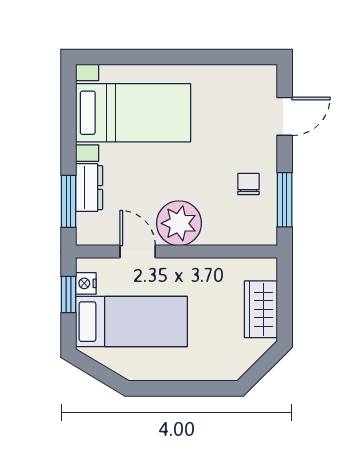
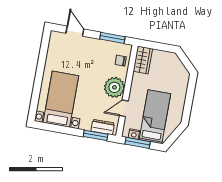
chair: (248, 184) -> (121, 61), moved
dresser: (89, 188) -> (103, 127), moved
window: (68, 295) -> (138, 143), width x1.50
wardrobe: (261, 309) -> (143, 60), moved, turned -90

